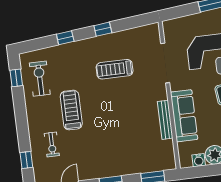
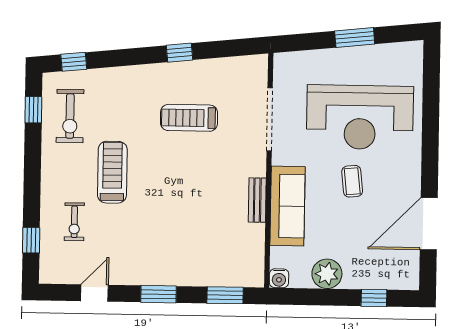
window: (65, 38) -> (74, 62), moved
exercise bike: (40, 79) -> (70, 116), turned 180
bench: (165, 120) -> (257, 200), width x0.73
water cooler: (199, 160) -> (279, 278), moved

